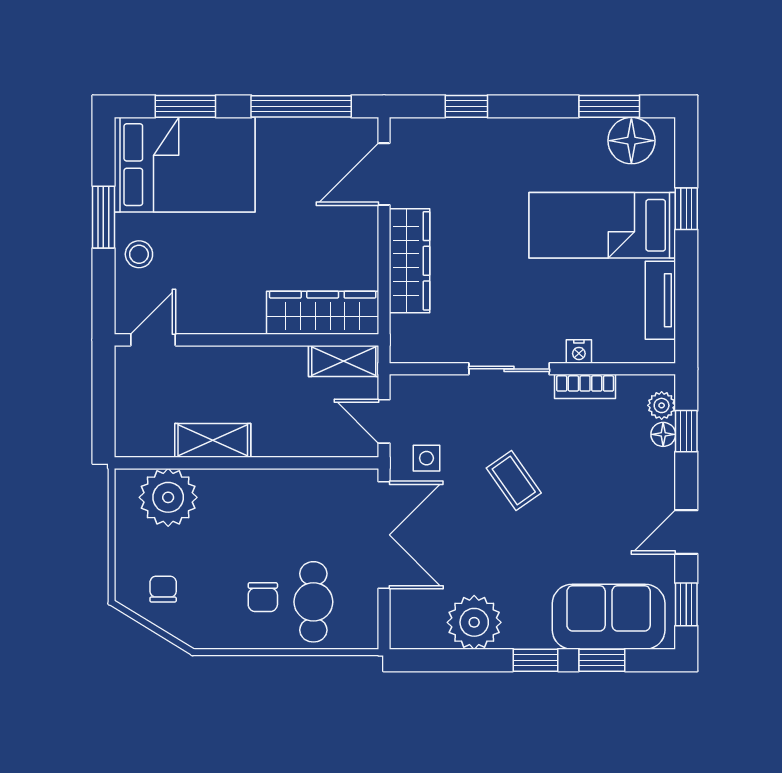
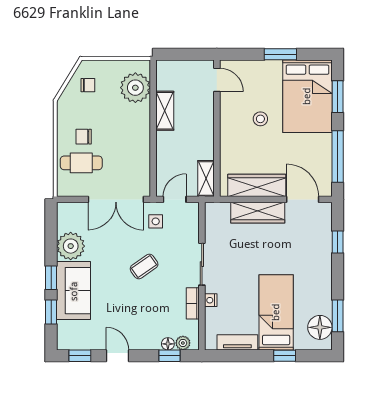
stool: (139, 254) -> (260, 119), moved
wardrobe: (323, 313) -> (257, 185), moved, turned -90
sofa: (609, 617) -> (74, 291), moved

